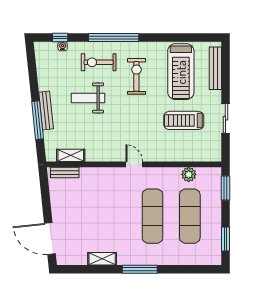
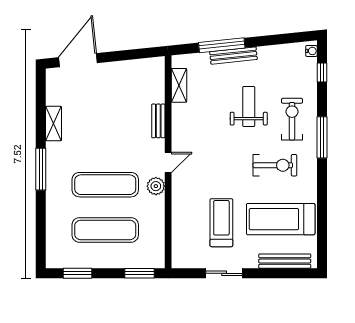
window: (114, 38) -> (322, 137), width x0.68
water cooler: (63, 46) -> (311, 51), moved
bench: (65, 172) -> (158, 121), moved
plant: (189, 174) -> (156, 186), moved

